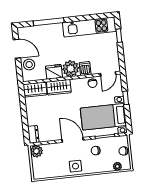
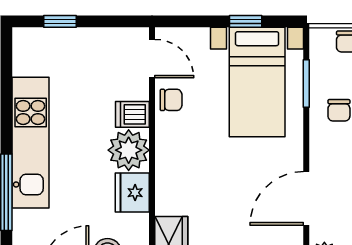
kitchen unit: (89, 27) -> (31, 143), moved
wardrobe: (59, 87) -> (172, 185), removed
window: (126, 98) -> (246, 21), moved
door: (73, 140) -> (306, 198), moved

